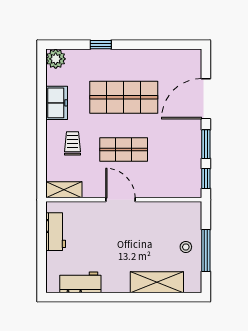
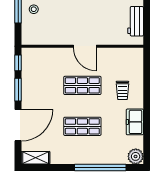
window: (101, 45) -> (100, 168), width x3.17
shop shelf: (124, 97) -> (82, 126), width x0.70, depth x0.74
shelving: (64, 190) -> (36, 158), moved

